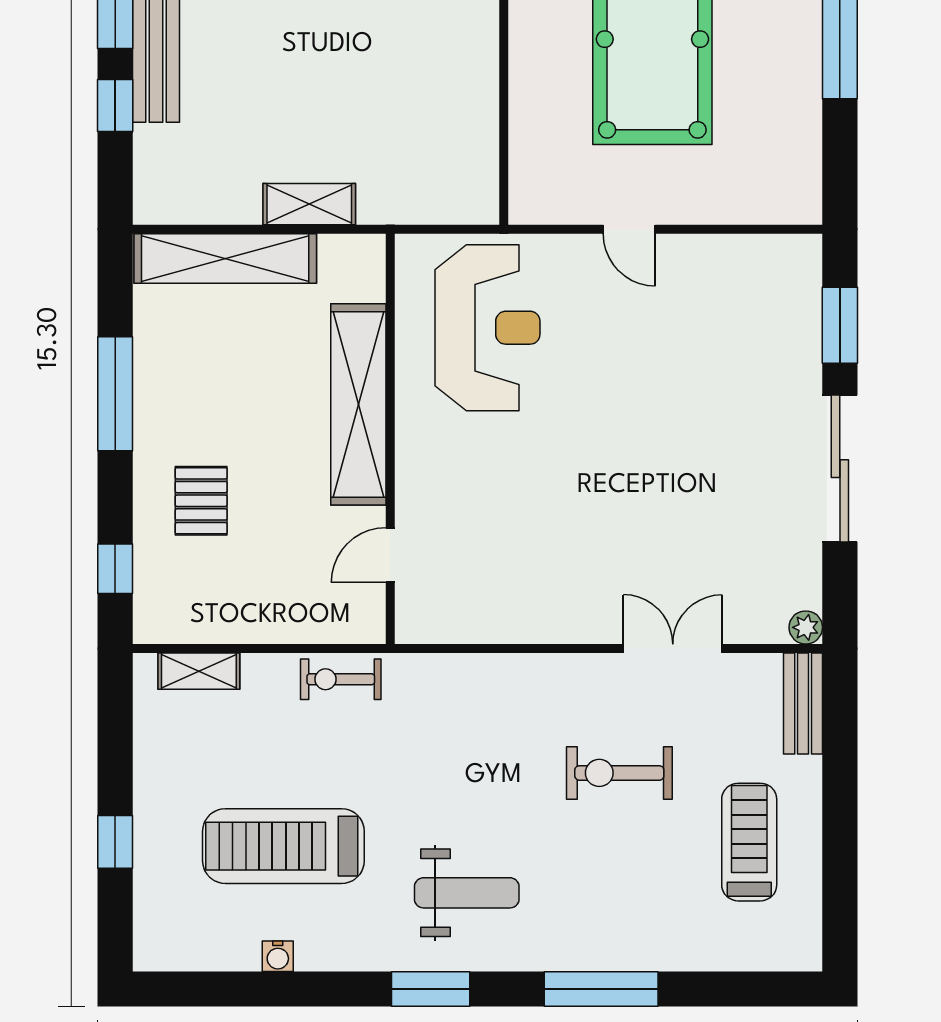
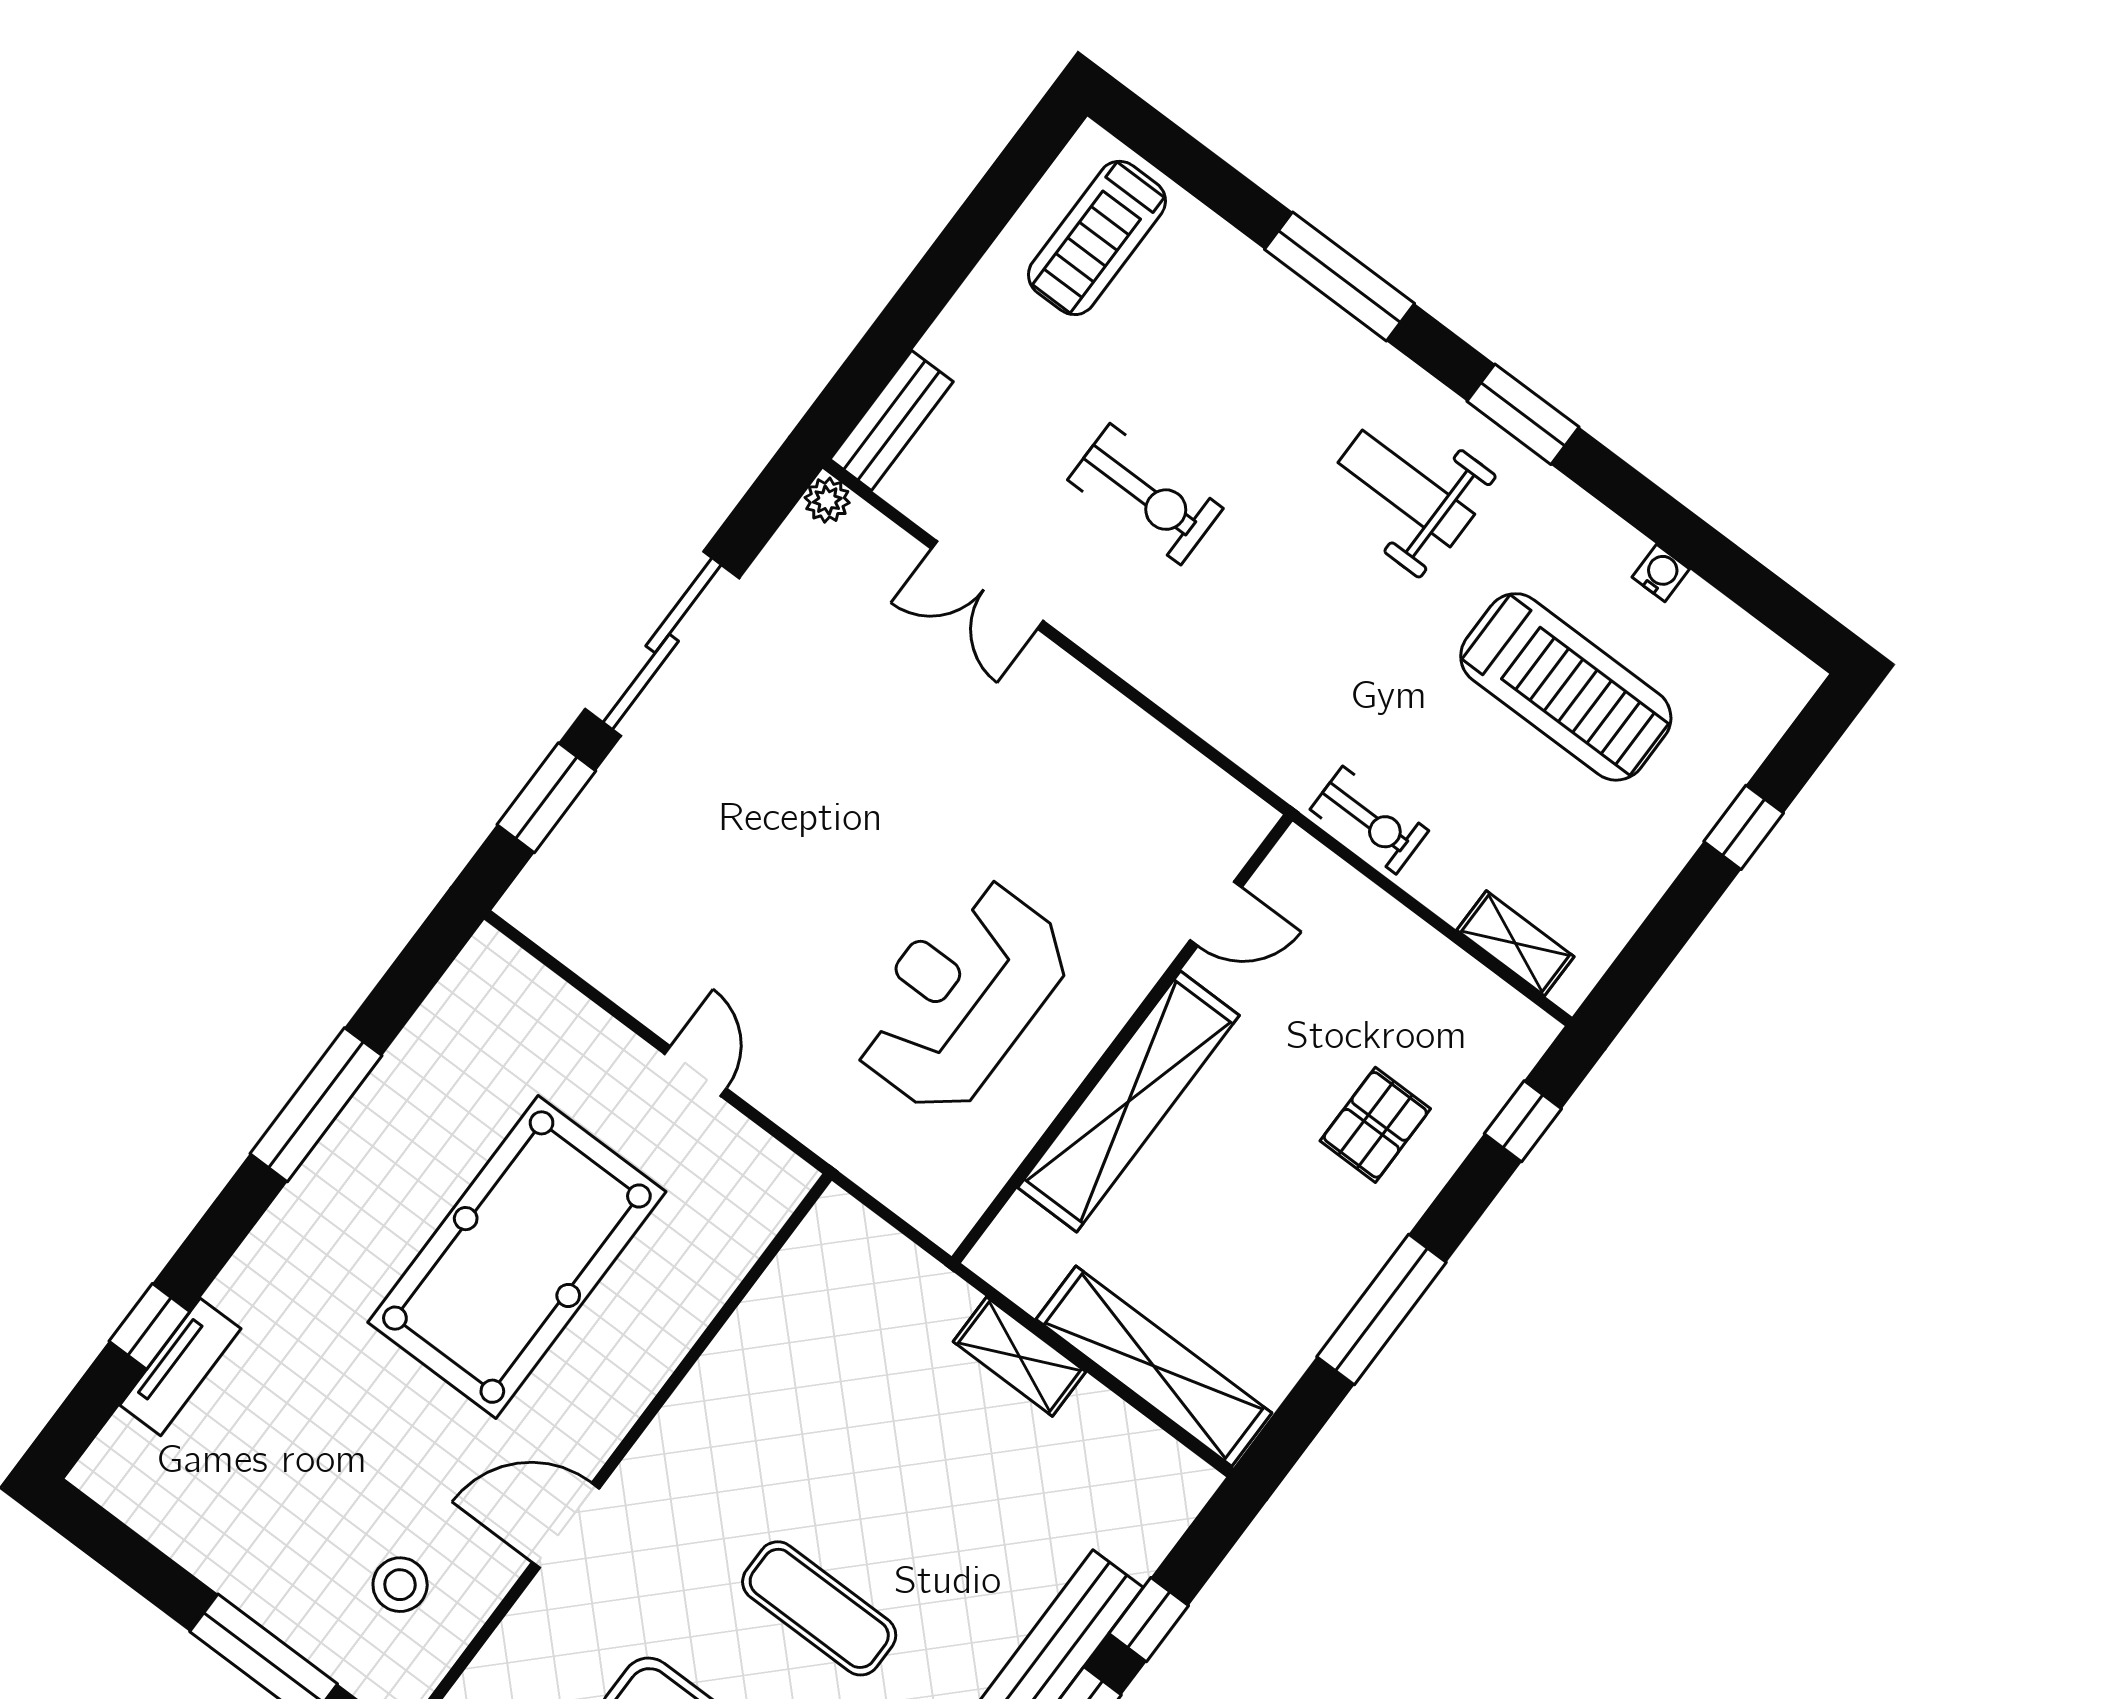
reception desk: (488, 328) -> (961, 996), moved
treadmill: (749, 842) -> (1097, 238), moved

